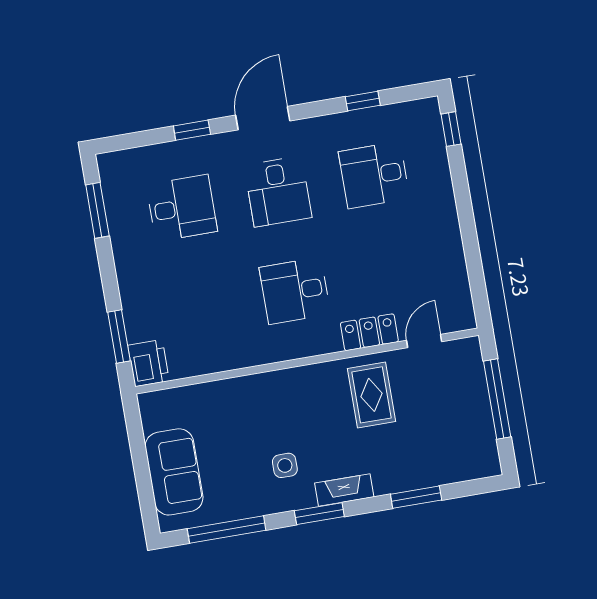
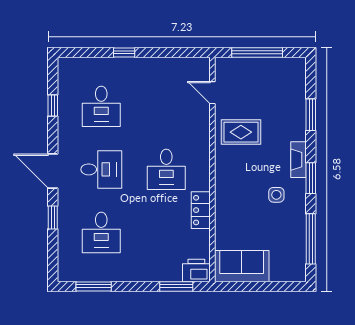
window: (451, 129) -> (124, 52), moved
desk: (182, 208) -> (101, 232), turned 180
locker: (369, 332) -> (201, 210), moved
sofa: (174, 472) -> (242, 266), moved

